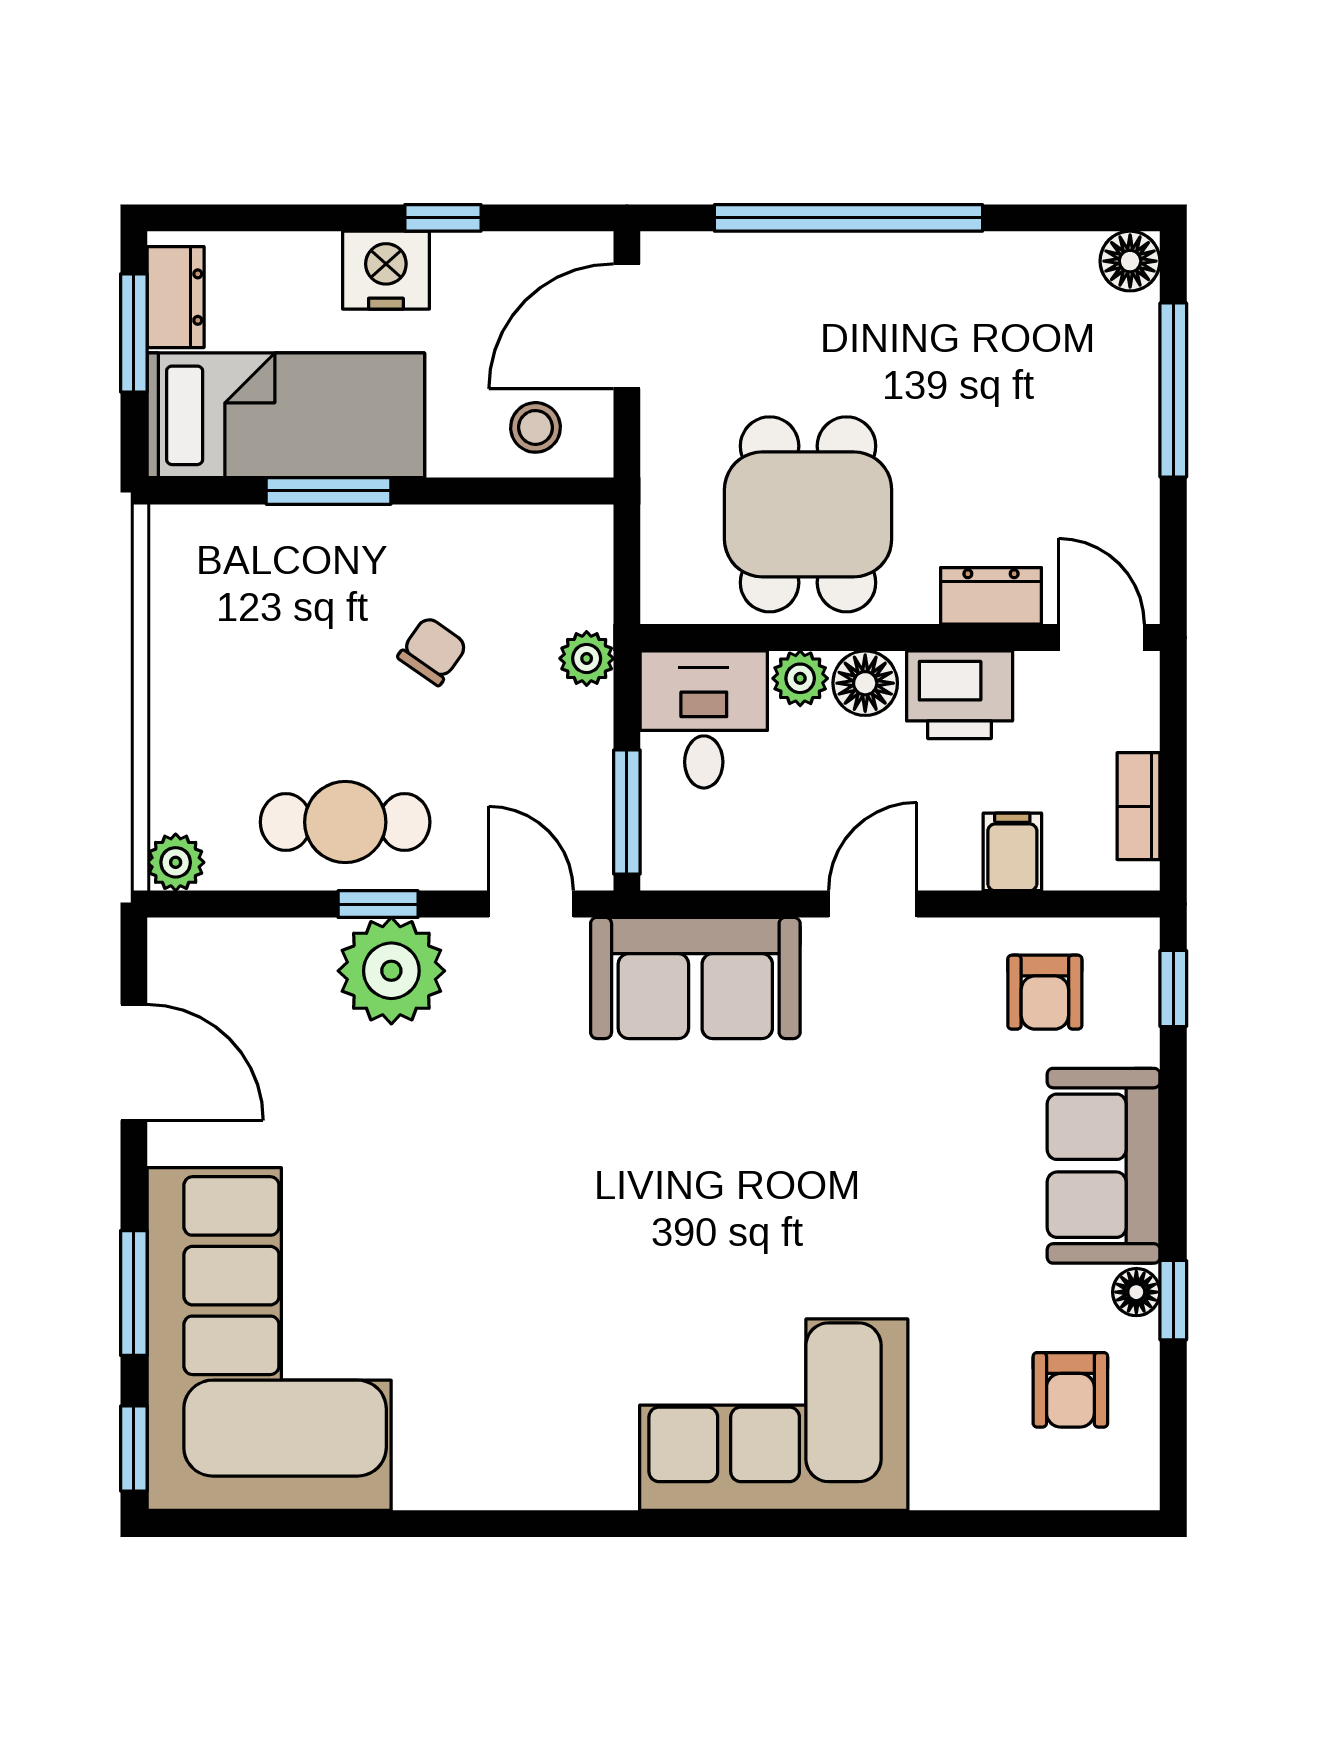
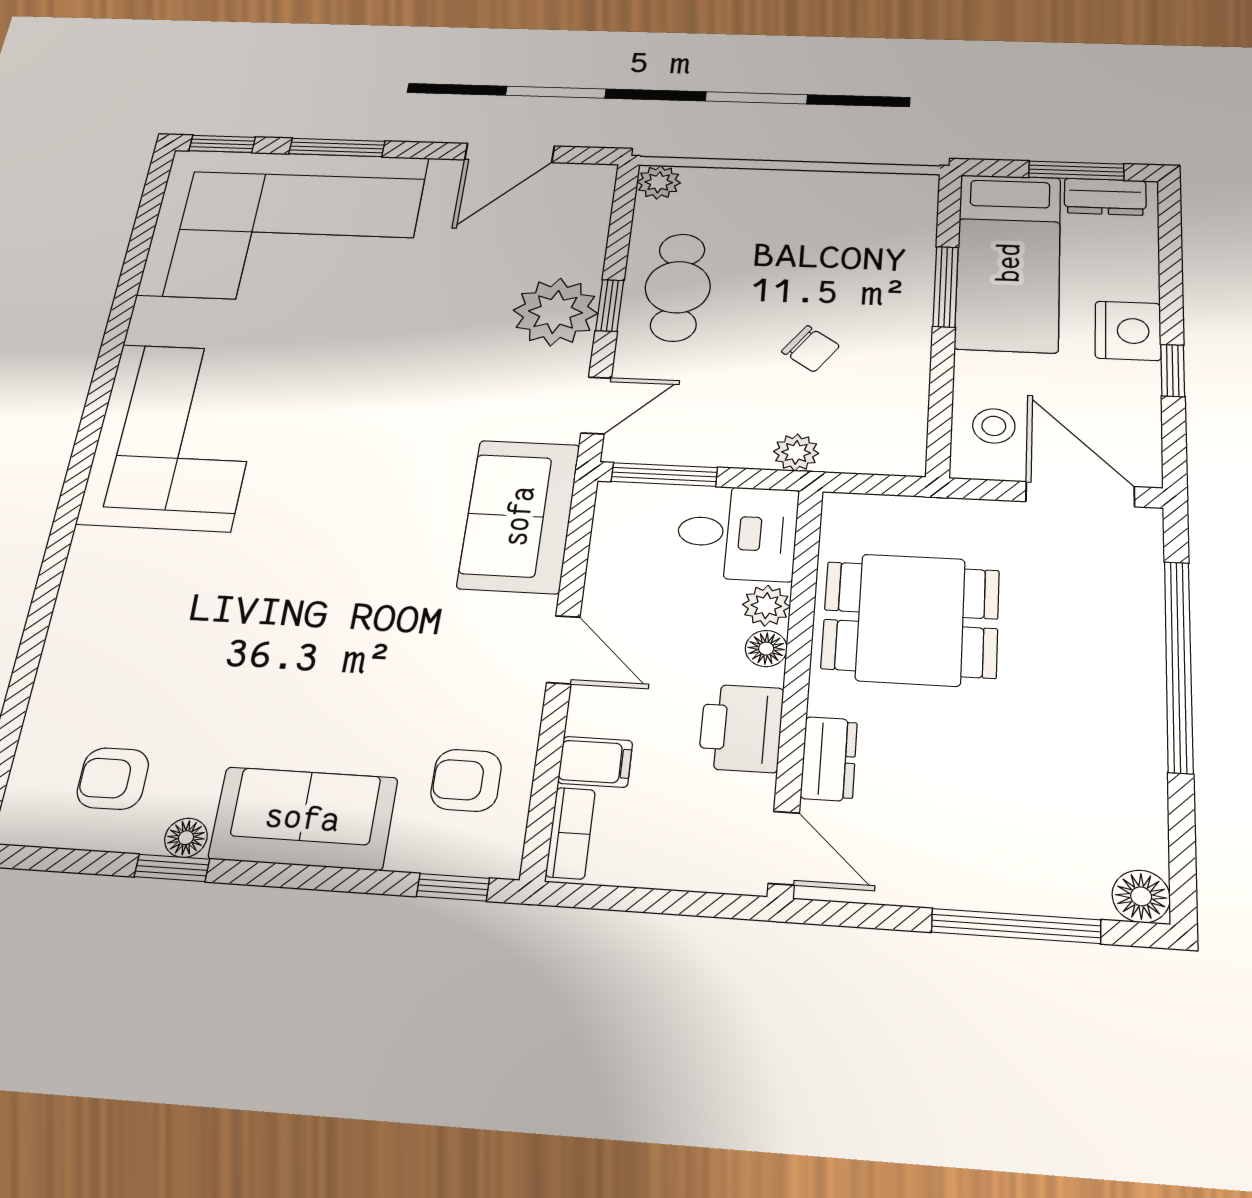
door: (1101, 638) -> (784, 848), hinge flipped
floor lamp: (865, 683) -> (766, 649), width x0.73, depth x0.73
bookcase: (1139, 806) -> (570, 833), moved, turned 90
corner sofa: (774, 1415) -> (175, 436), moved

